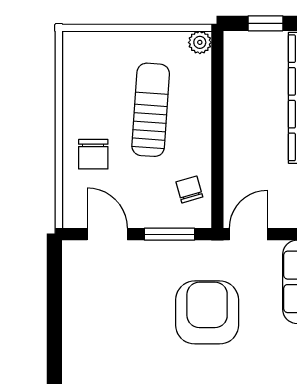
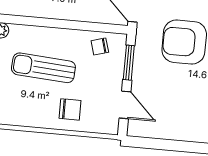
door: (107, 234) -> (125, 105), swing flipped

